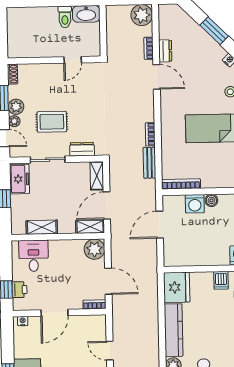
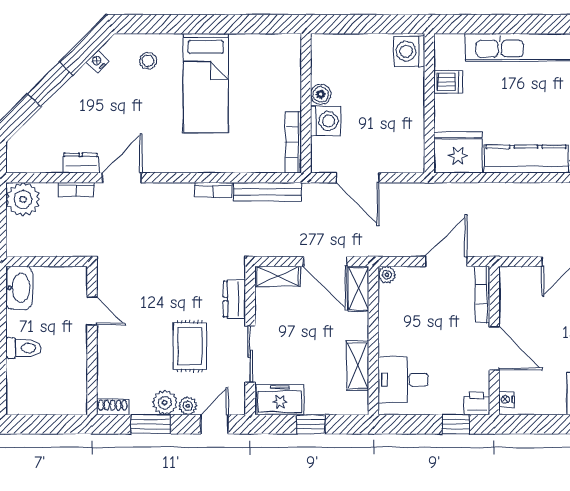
toilet: (65, 17) -> (23, 348), moved
bench: (150, 163) -> (268, 192), width x1.36
plant: (94, 249) -> (387, 275), width x0.53, depth x0.53
printer: (19, 290) -> (477, 403), moved
bookcase: (95, 304) -> (482, 294), width x1.56

